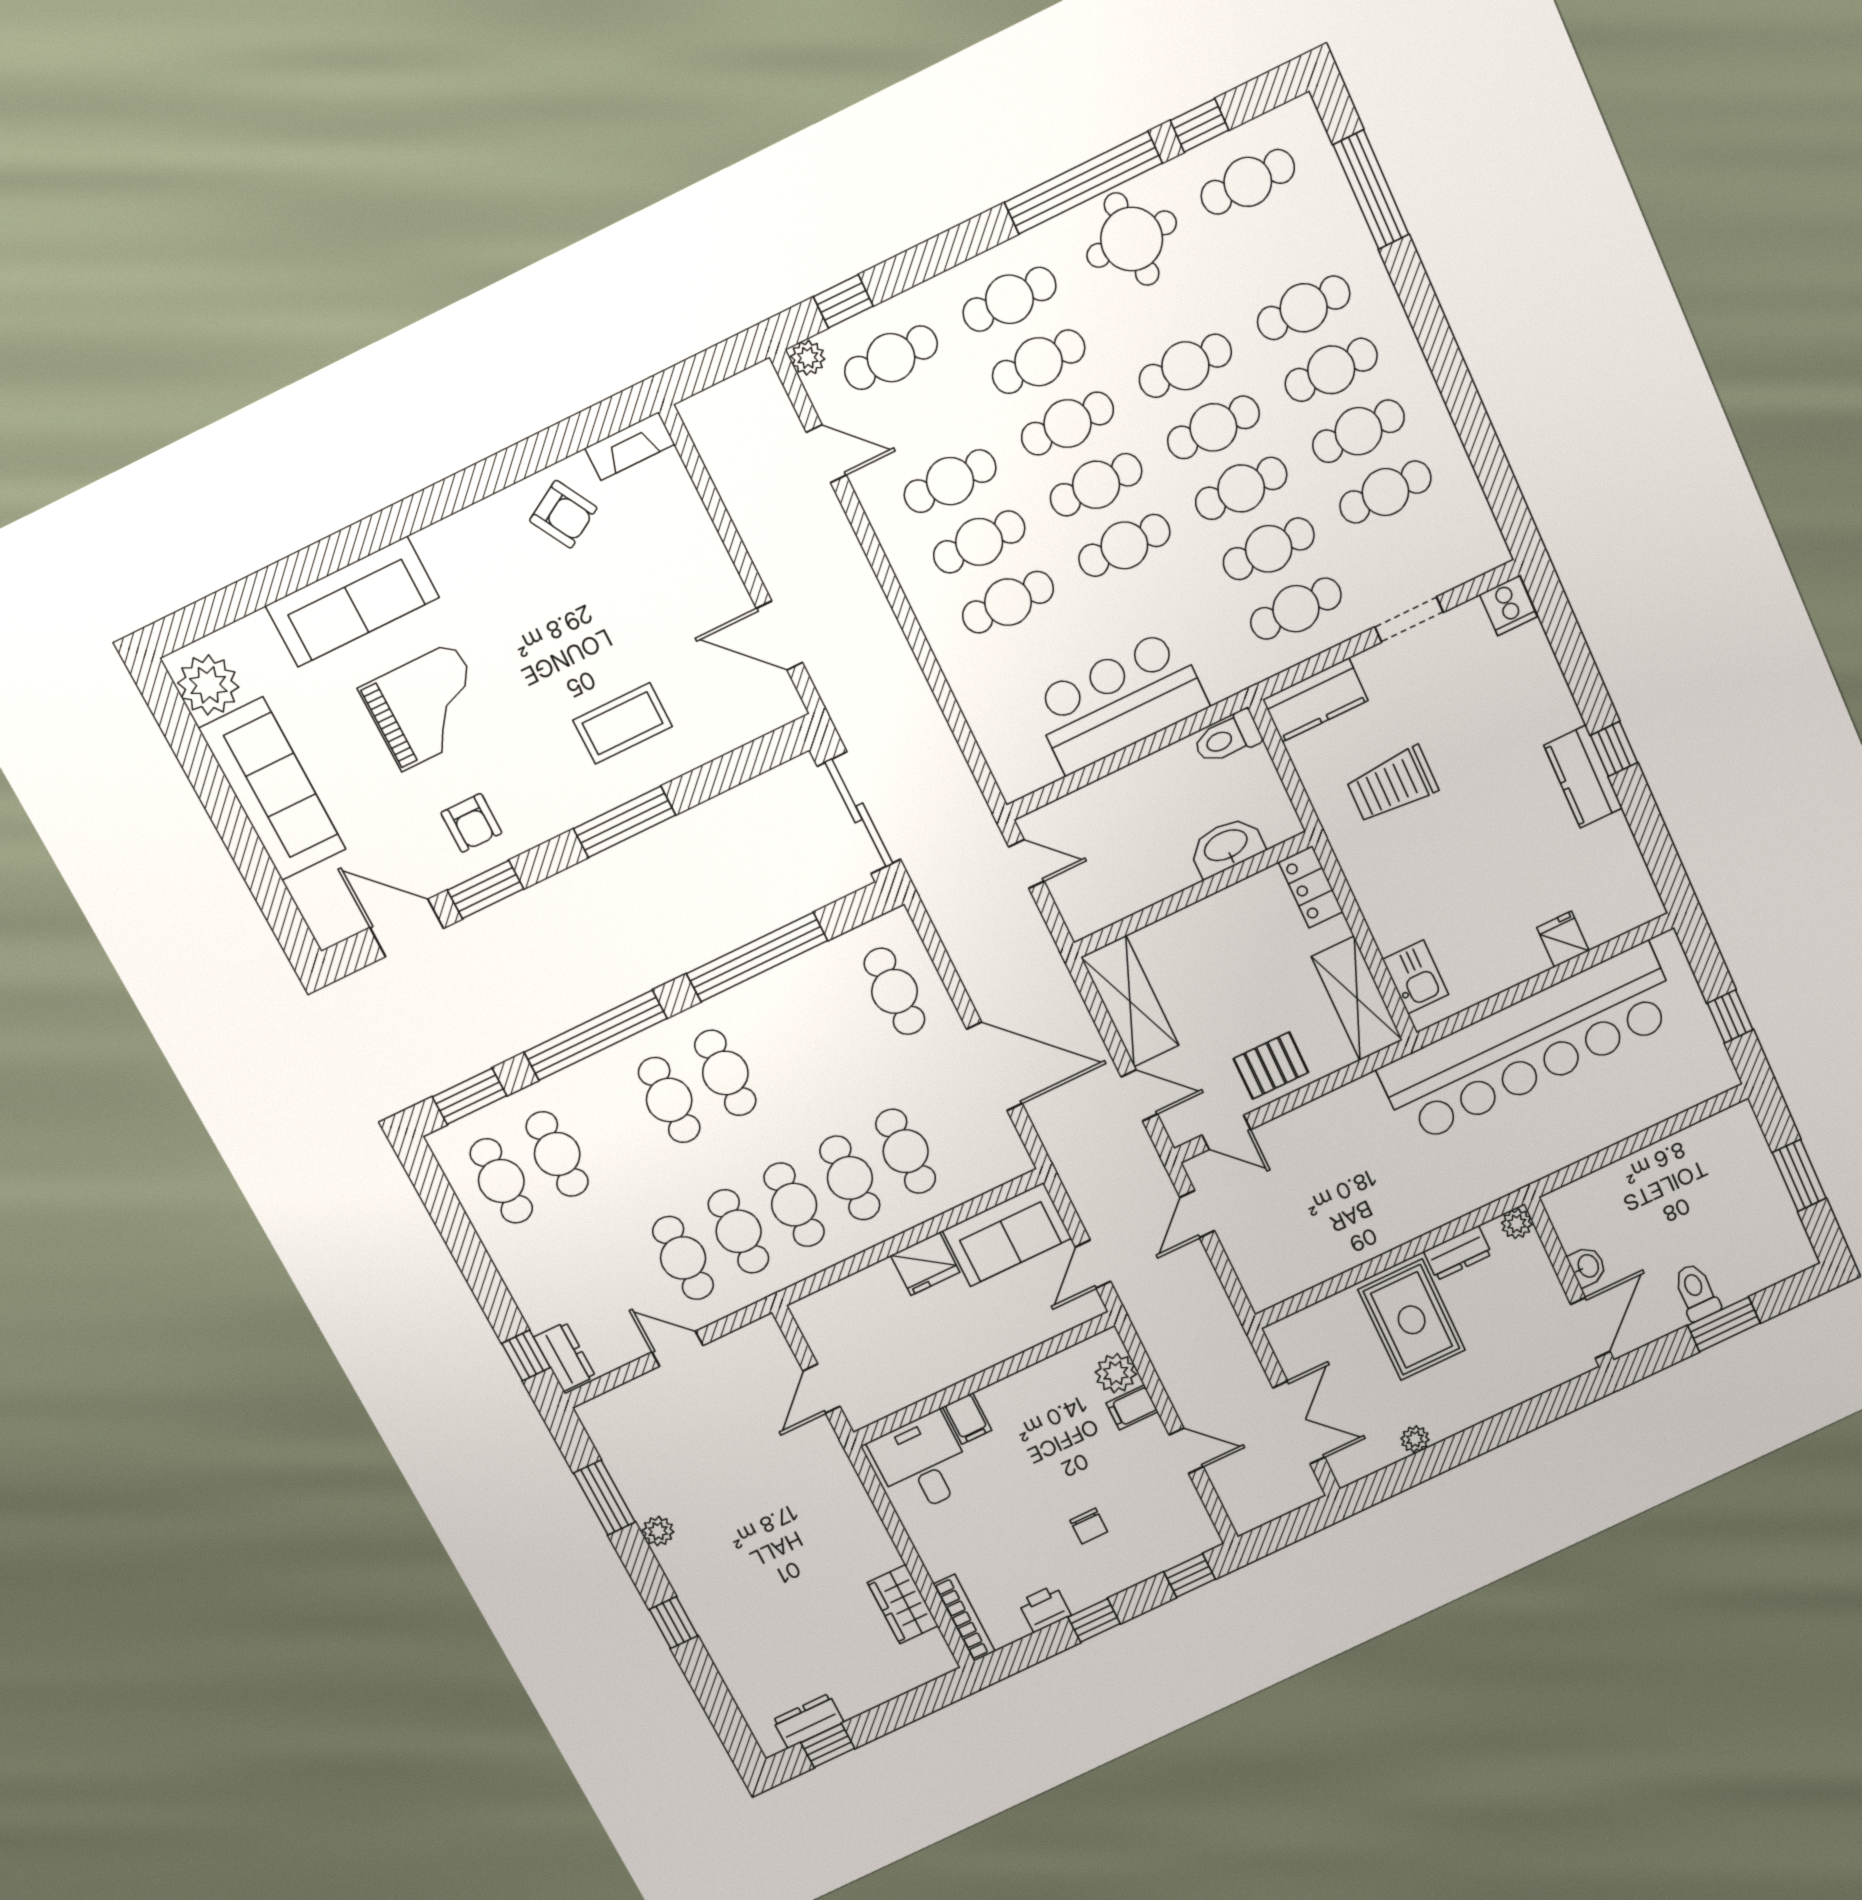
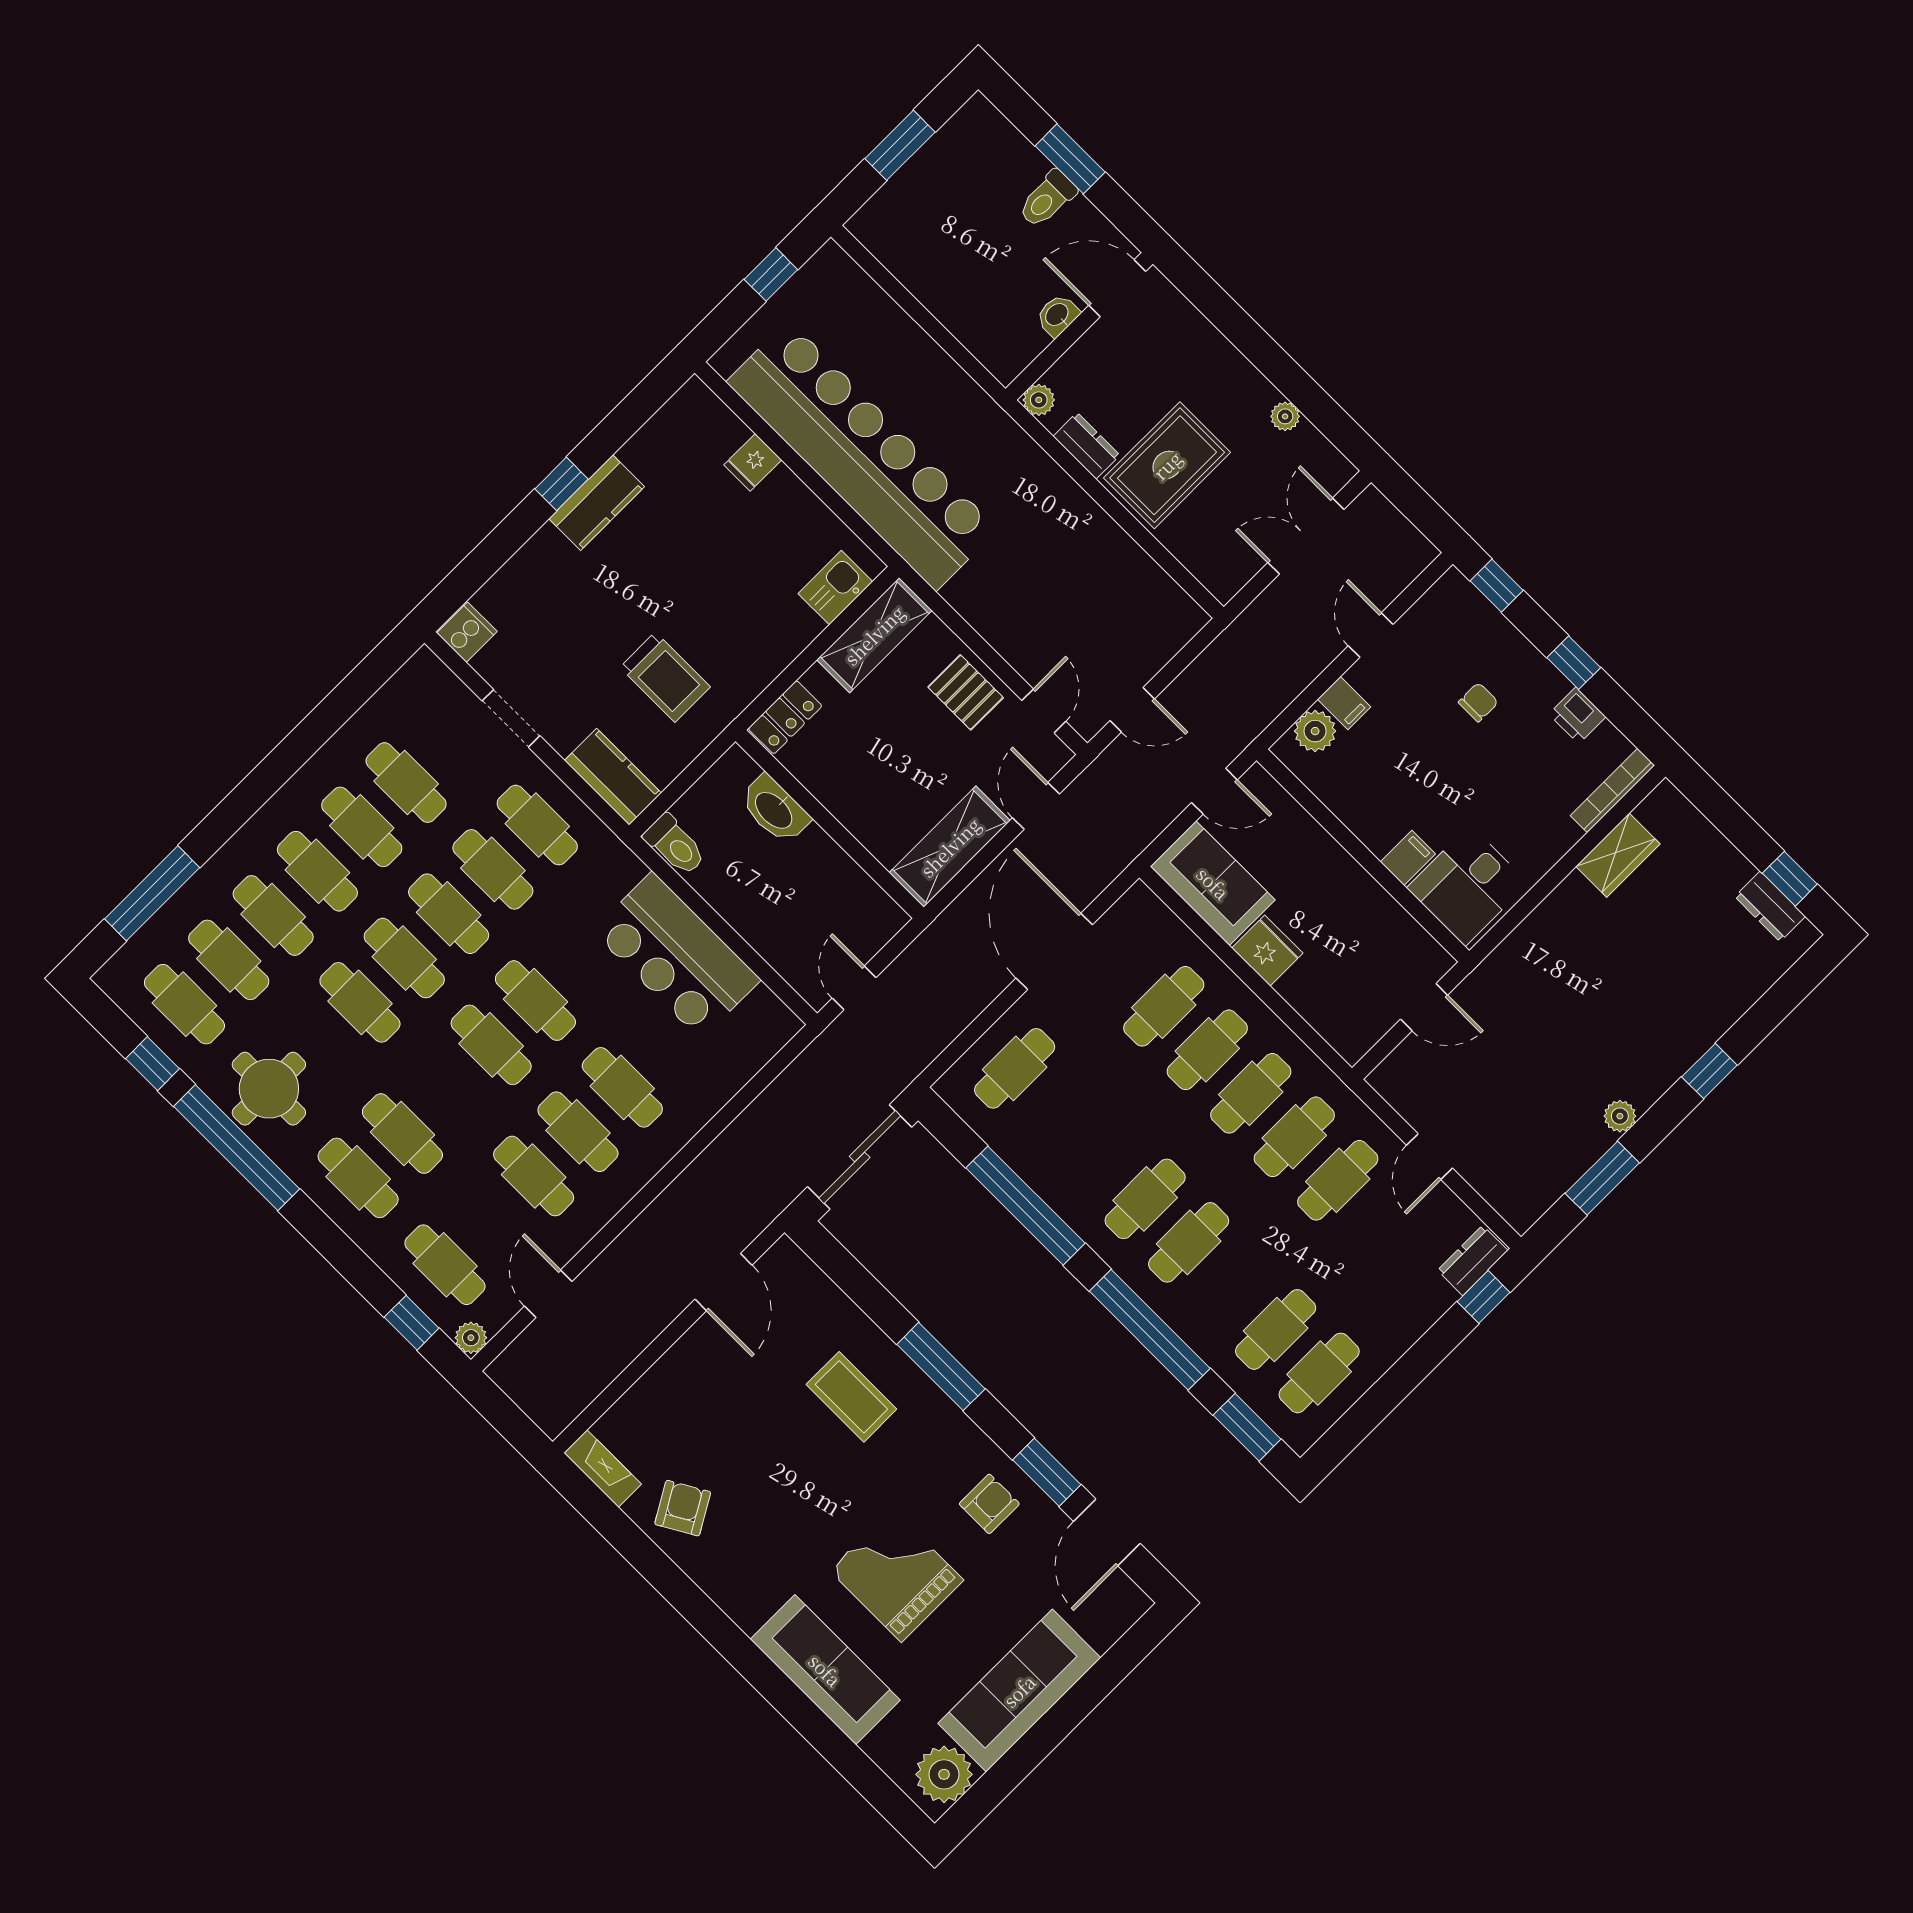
cafe table: (1067, 424) -> (229, 960), moved

